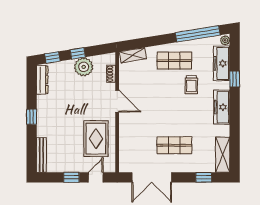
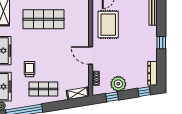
window: (78, 53) -> (112, 97), moved
shop shelf: (174, 145) -> (43, 19), width x1.43, depth x1.36

